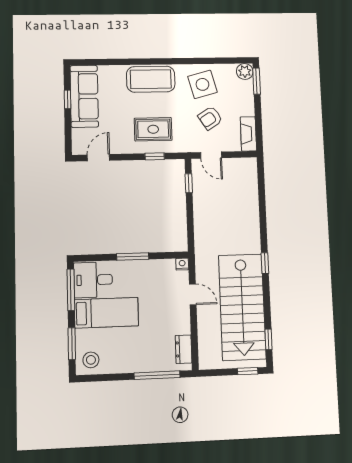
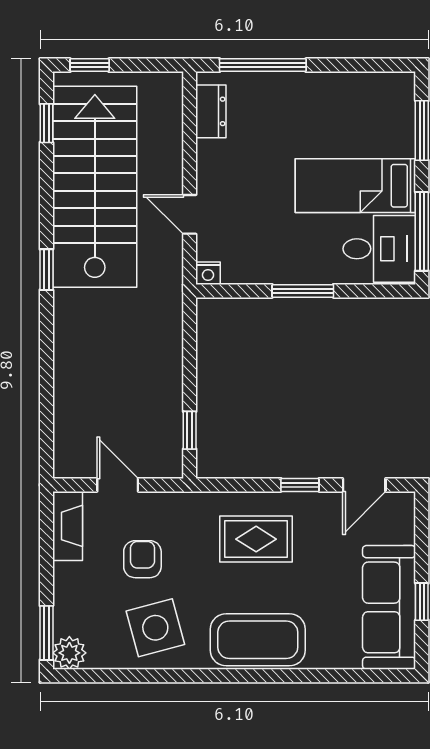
armchair: (210, 118) -> (142, 559), turned -57
door: (211, 155) -> (118, 485), moved
window: (155, 156) -> (300, 485), moved
stool: (91, 360) -> (387, 99), removed

